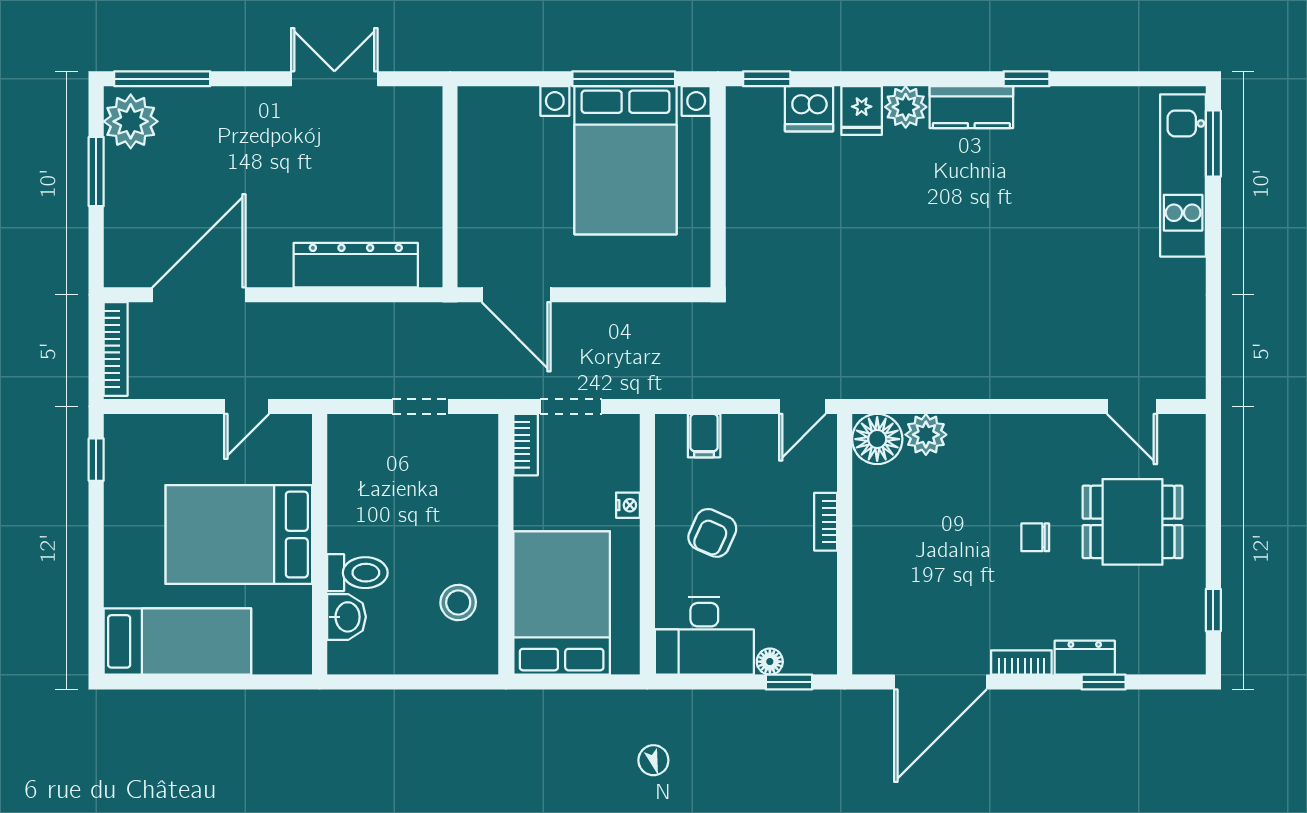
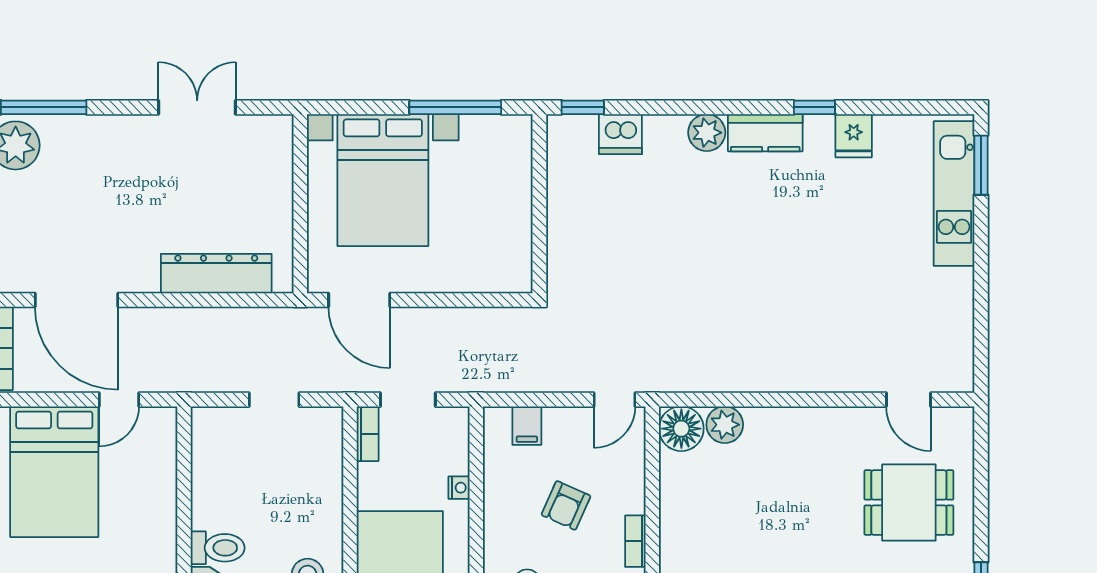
fridge: (862, 110) -> (854, 136), moved
bed with nightstands: (626, 160) -> (383, 180), moved
door: (199, 295) -> (76, 300), swing flipped
bookcase: (826, 522) -> (635, 541), moved
armchair: (712, 533) -> (566, 505), moved
bed: (239, 535) -> (54, 472), moved, turned -90
chair: (1035, 537) -> (822, 516), removed

